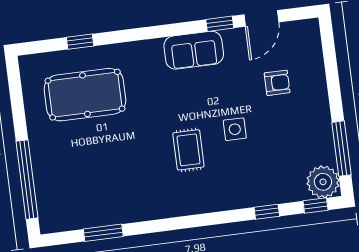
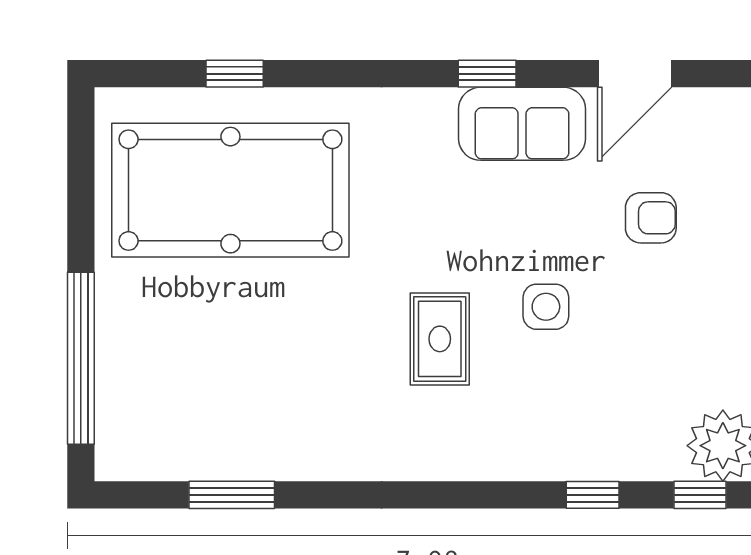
window: (220, 24) -> (487, 74), moved
sofa: (194, 50) -> (522, 124), moved
pool table: (85, 95) -> (230, 190), width x1.36, depth x1.32

